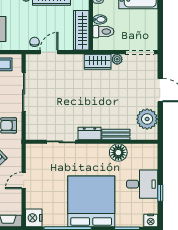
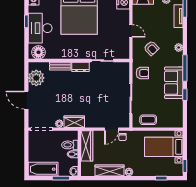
floor lamp: (118, 153) -> (38, 52), moved
door: (24, 180) -> (131, 31), hinge flipped
desk: (142, 184) -> (40, 28), width x1.37

